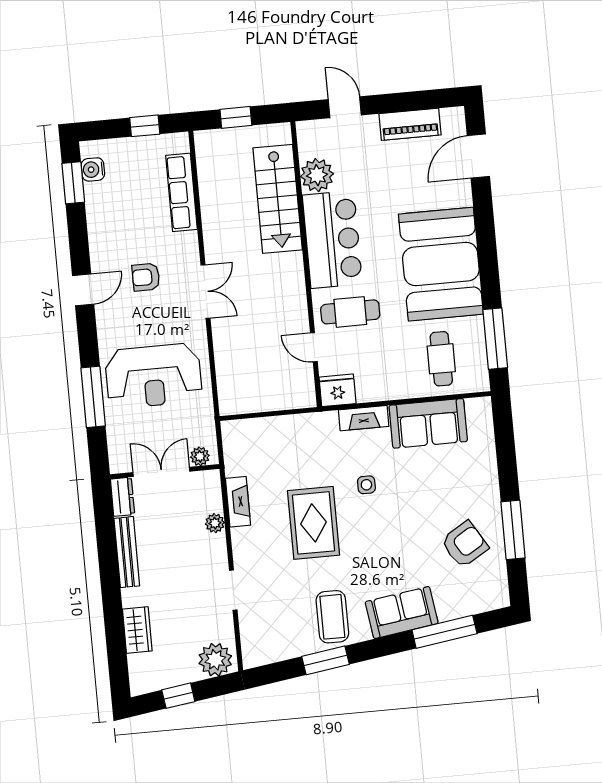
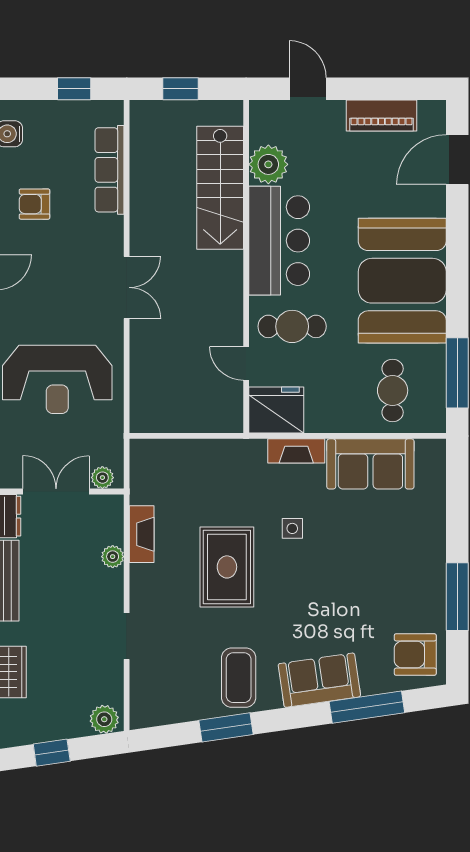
armchair: (146, 277) -> (34, 204), moved
fridge: (338, 390) -> (276, 410), width x1.36, depth x1.34
armchair: (465, 544) -> (415, 654), moved, turned -149
plant: (215, 660) -> (104, 719), width x0.73, depth x0.73

